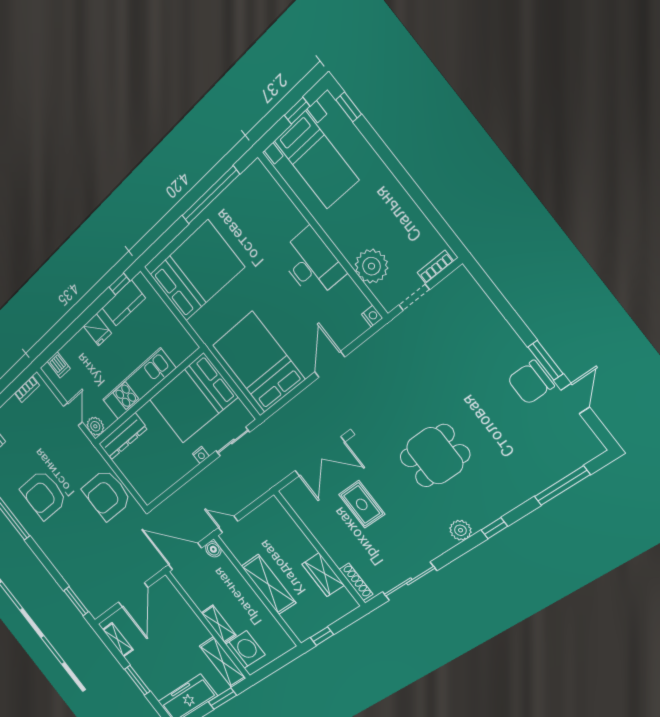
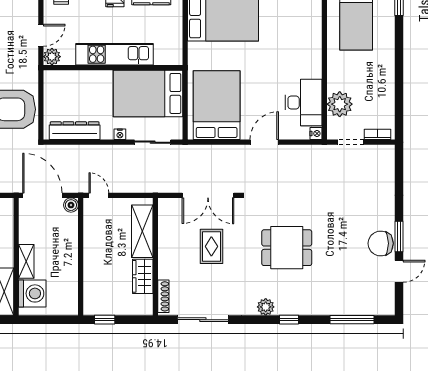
desk: (312, 264) -> (303, 102), moved
dresser: (123, 436) -> (75, 131), moved, turned 180
shelving: (268, 584) -> (142, 231), moved

